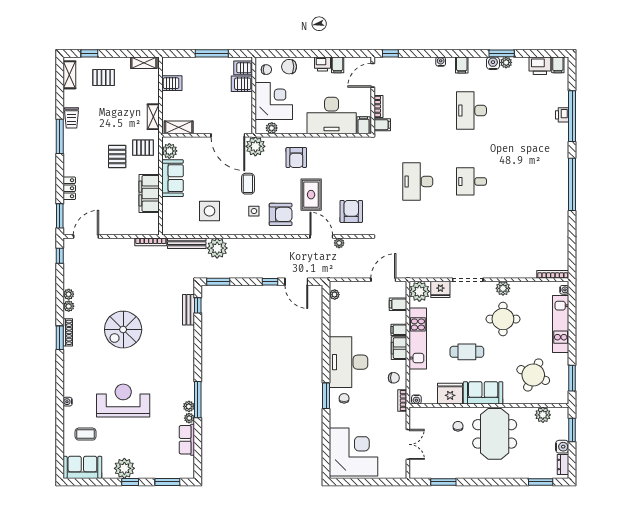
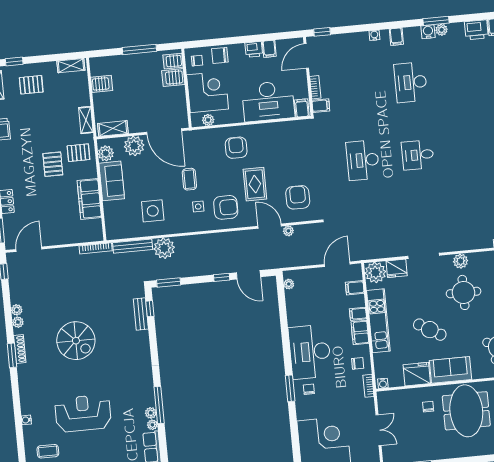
plant: (255, 146) -> (134, 146), moved
armchair: (296, 158) -> (236, 148), turned 180
spiral stairs: (123, 330) -> (76, 341), turned -90
cafe table: (467, 352) -> (430, 330), turned 31

